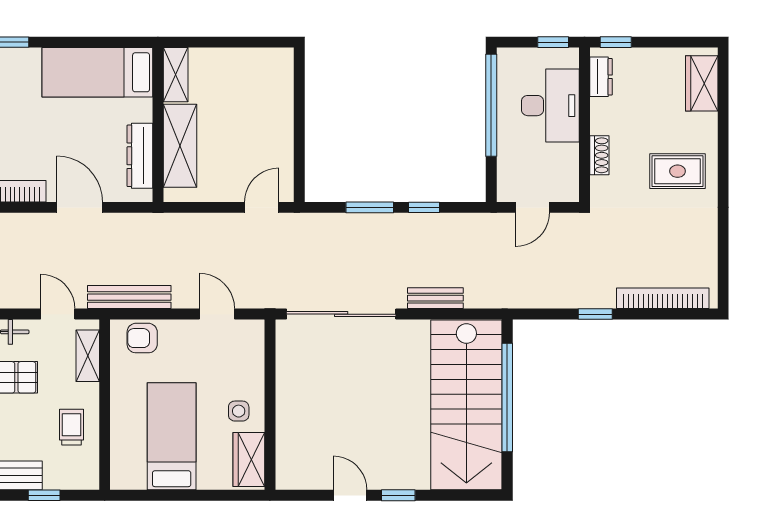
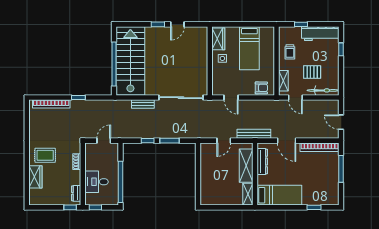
wardrobe: (702, 83) -> (35, 177), moved
desk: (550, 106) -> (97, 182), width x0.73
door: (262, 207) -> (224, 141), moved
bench: (129, 297) -> (254, 134), moved
door: (350, 495) -> (177, 24), hinge flipped

